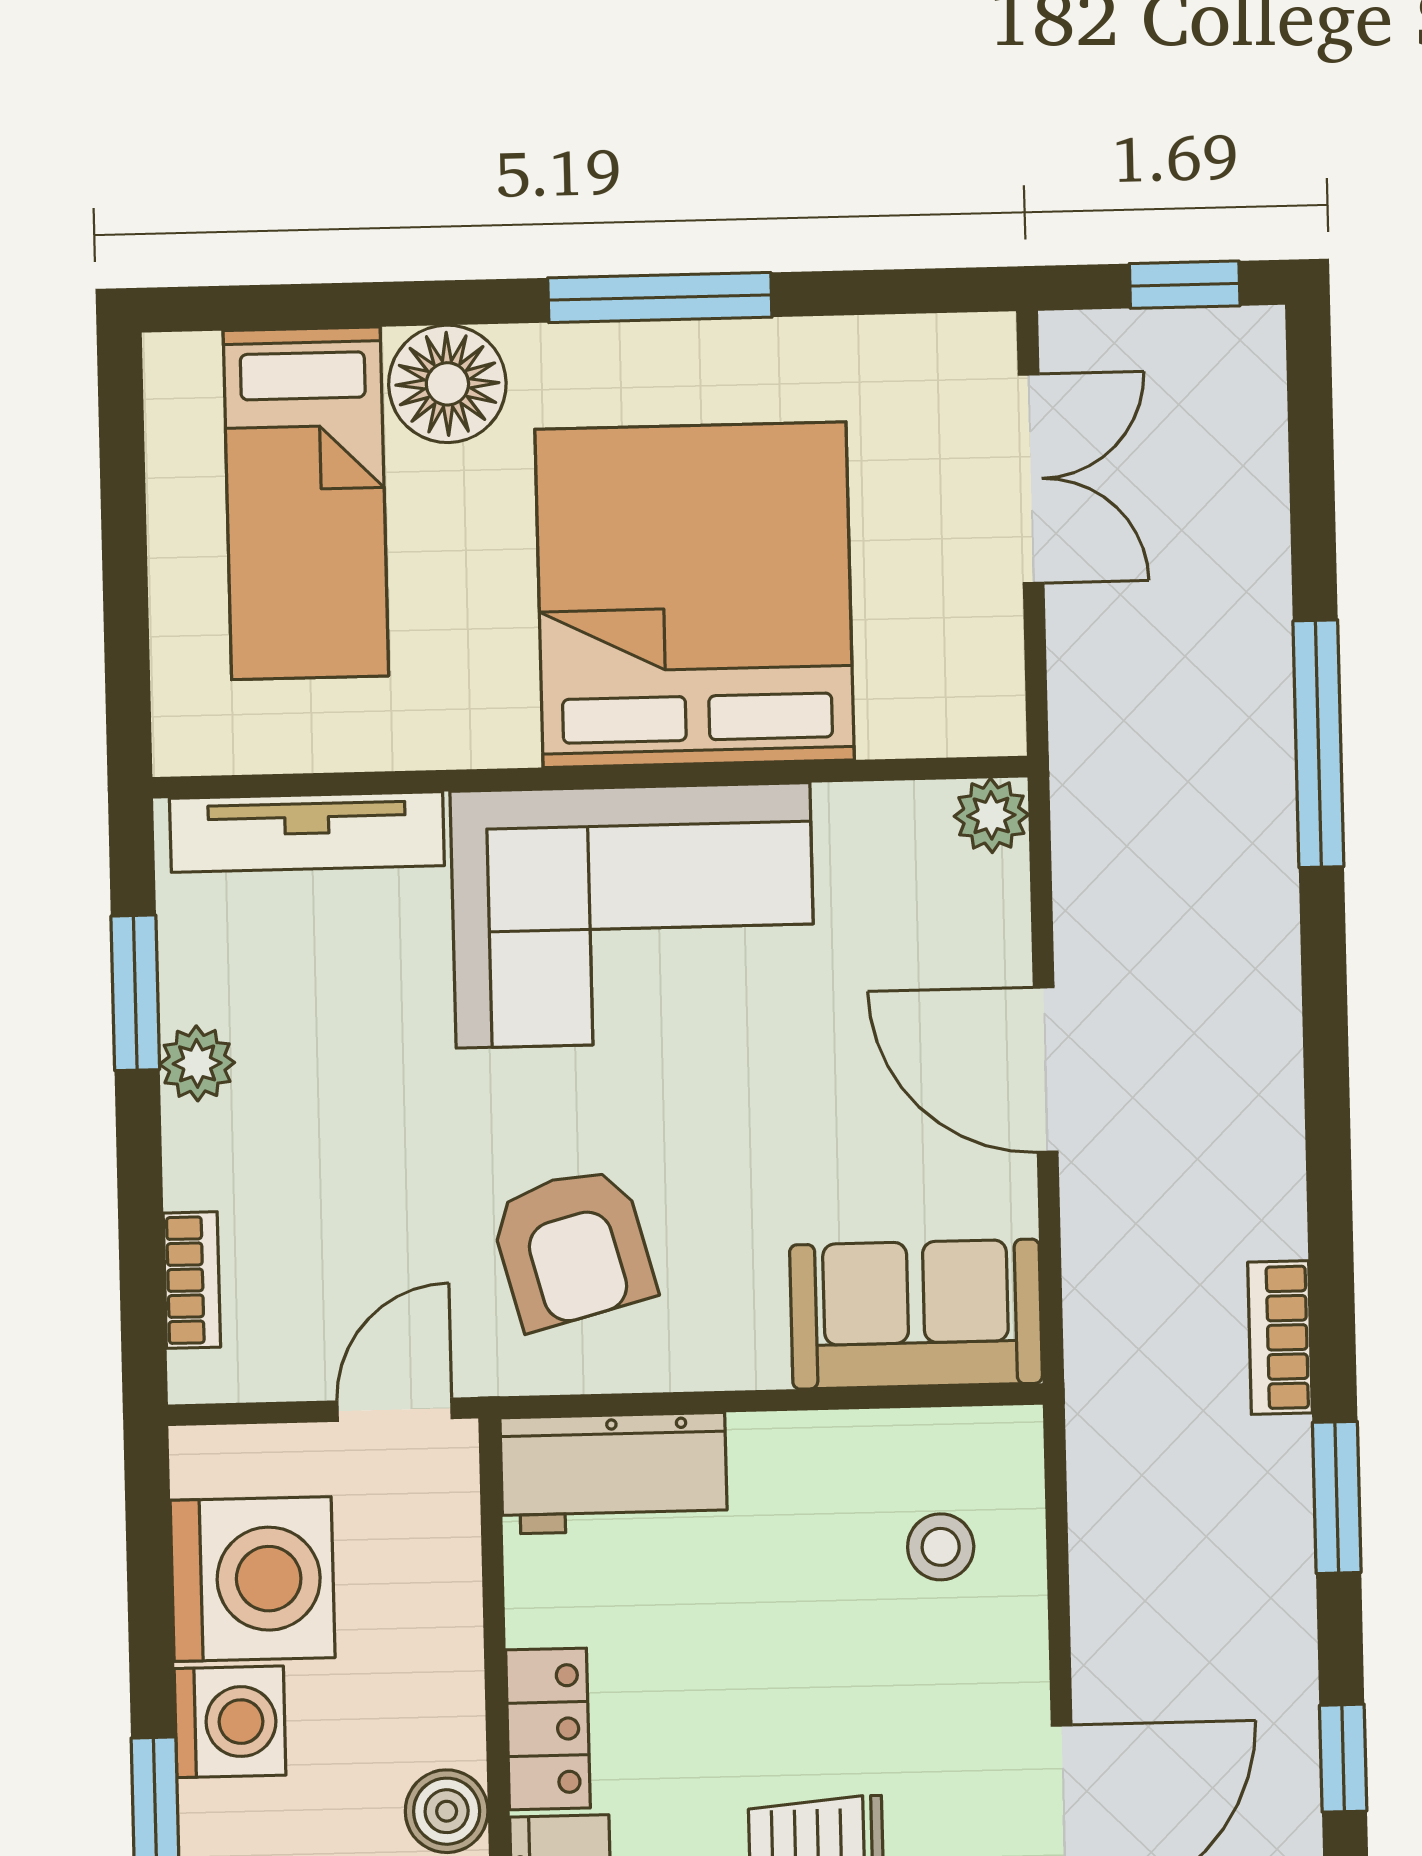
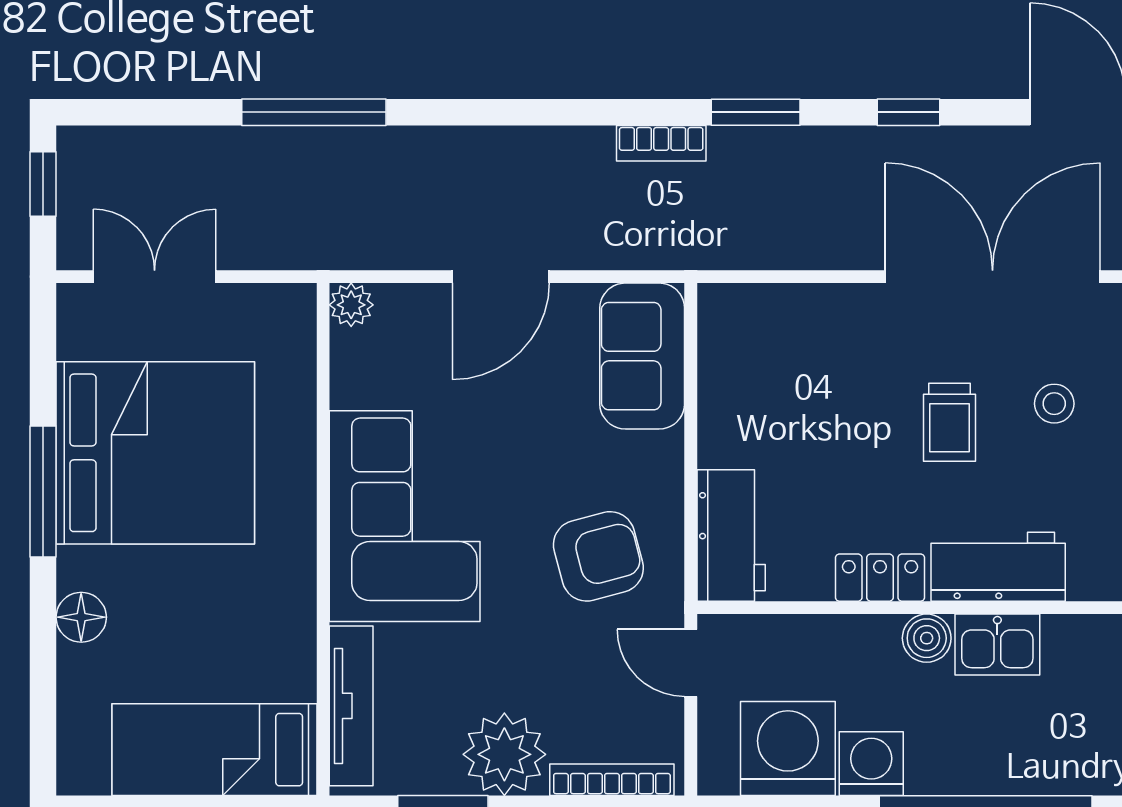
floor lamp: (447, 384) -> (81, 617), width x0.73, depth x0.73
bed: (306, 503) -> (214, 750), moved, turned 180
bed: (695, 595) -> (155, 453), moved, turned 180
plant: (197, 1063) -> (504, 754), width x1.88, depth x1.88
bookcase: (192, 1280) -> (612, 780), width x1.56
stool: (941, 1547) -> (779, 345), removed

